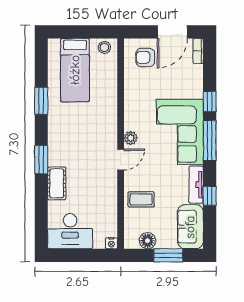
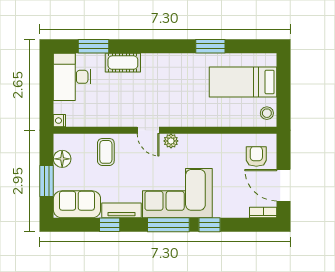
window: (41, 160) -> (94, 46), moved

